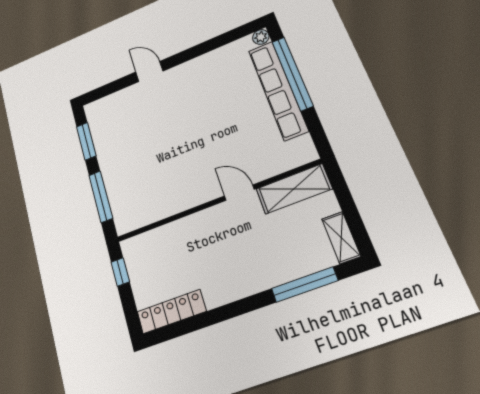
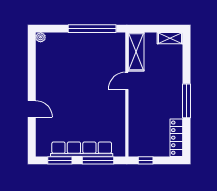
door: (149, 72) -> (32, 109), swing flipped
window: (292, 73) -> (92, 29), moved
row of seats: (278, 90) -> (82, 149), moved, turned 180
window: (304, 285) -> (186, 101), moved

